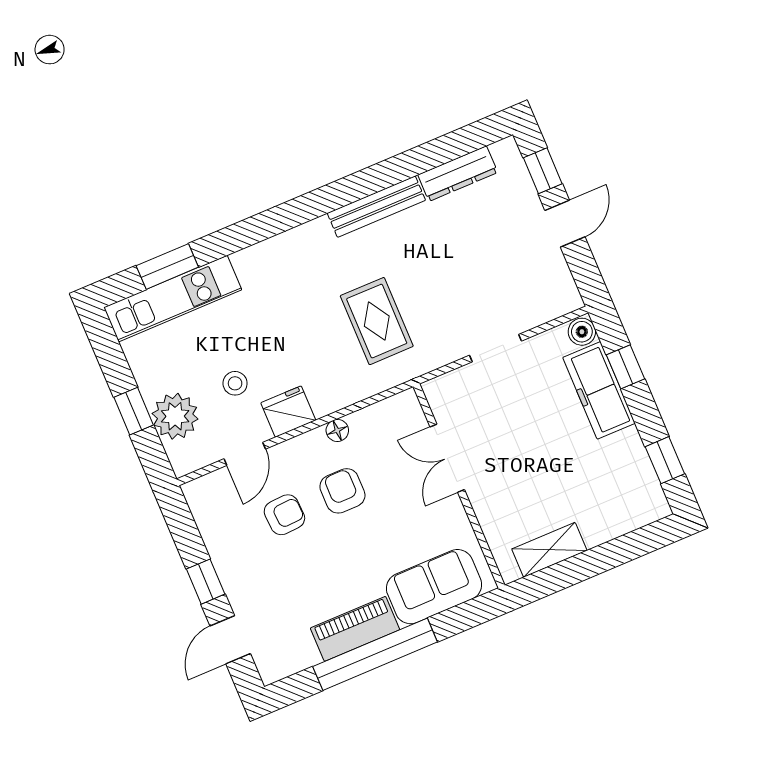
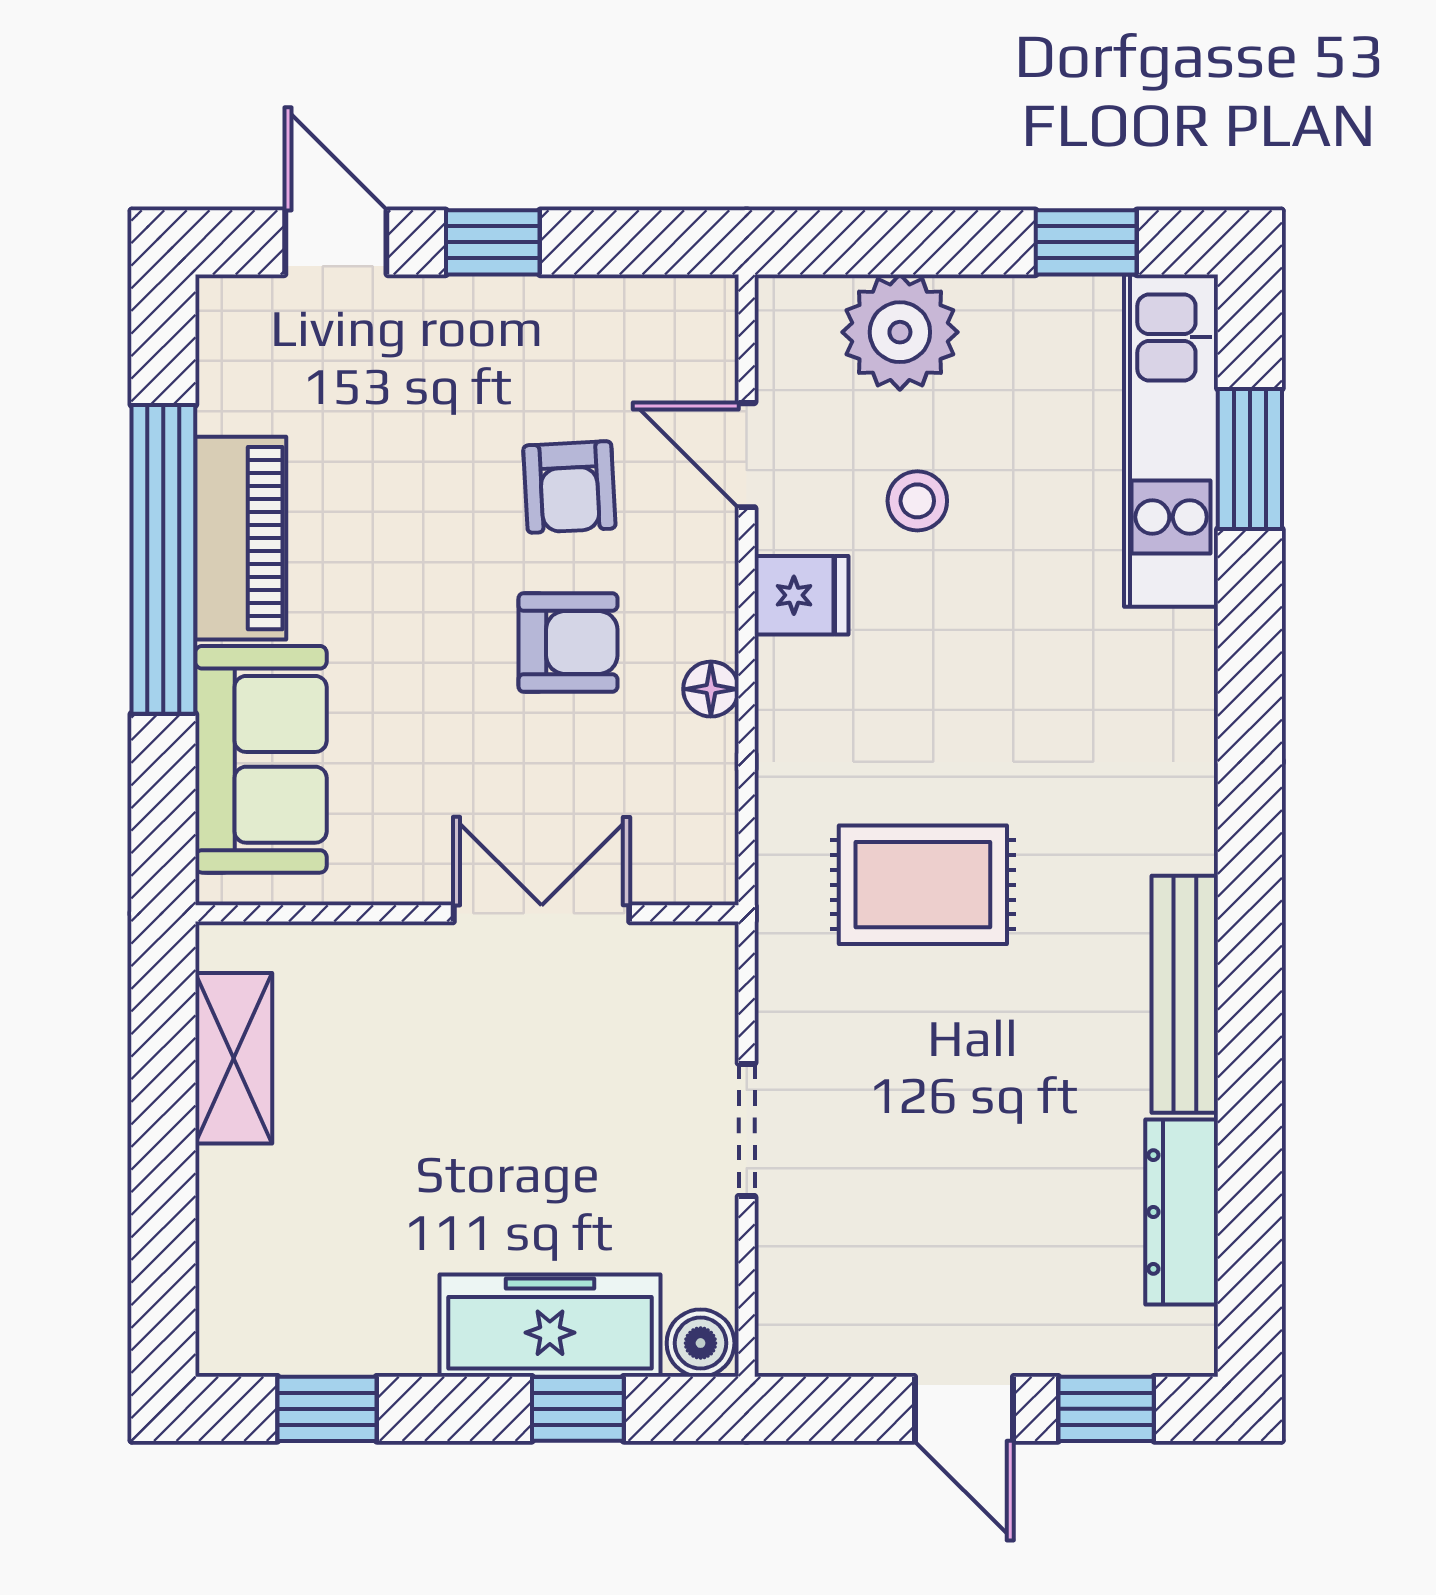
window: (134, 411) -> (1086, 242), moved
fridge: (288, 412) -> (801, 595), width x0.72

